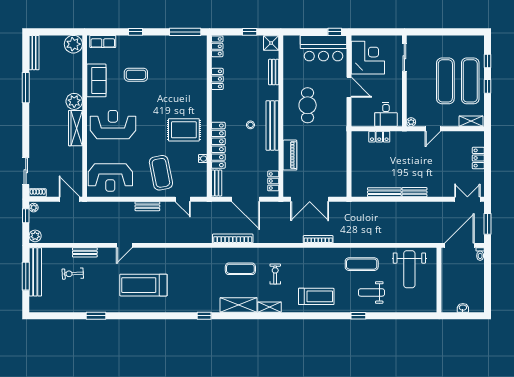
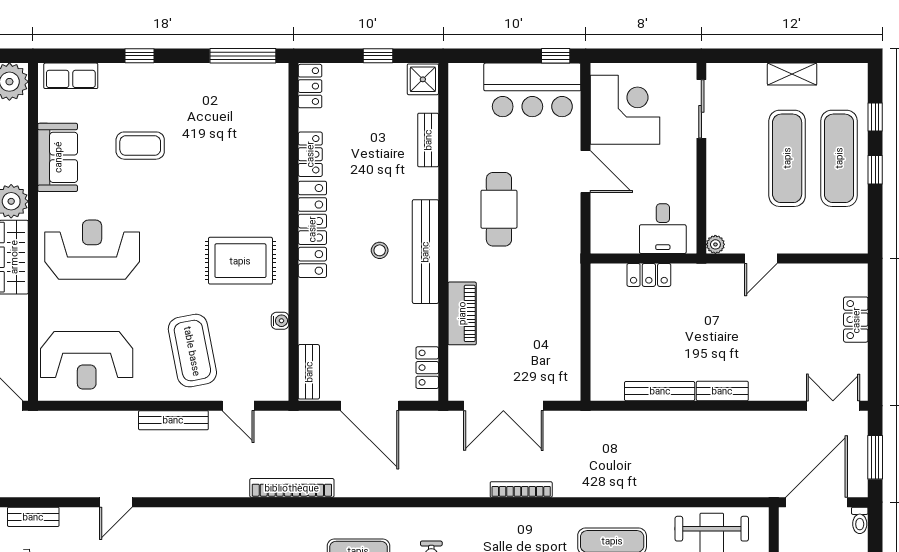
shelving: (471, 121) -> (792, 74), moved
locker: (218, 145) -> (312, 229), moved
bench: (147, 206) -> (173, 420), width x1.36
bookcase: (233, 239) -> (292, 488), moved

